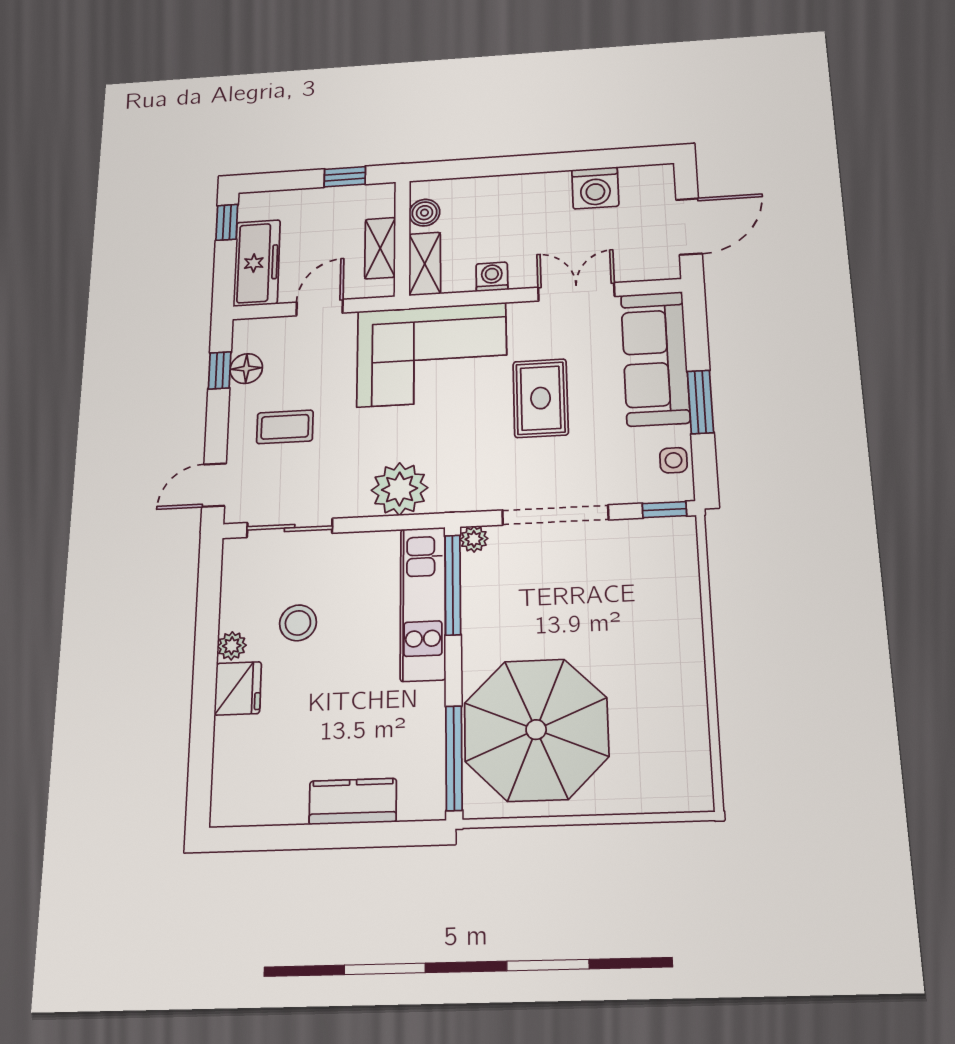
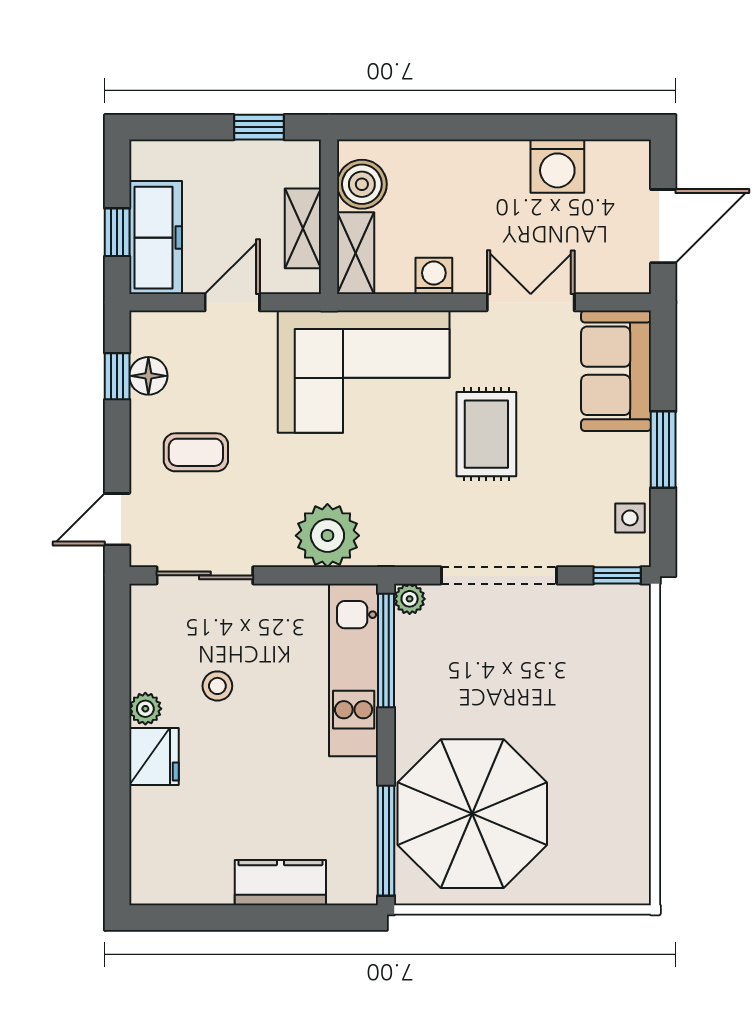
boiler: (424, 213) -> (362, 184), width x1.36, depth x1.36
window: (227, 222) -> (117, 232), moved
sofa: (655, 358) -> (616, 371), width x0.73
stool: (298, 623) -> (217, 686), width x0.73, depth x0.73

